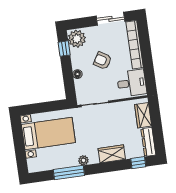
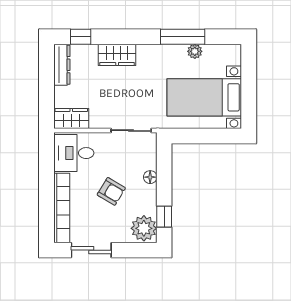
wardrobe: (143, 115) -> (71, 119), moved, turned -90
plant: (83, 160) -> (195, 51), moved

